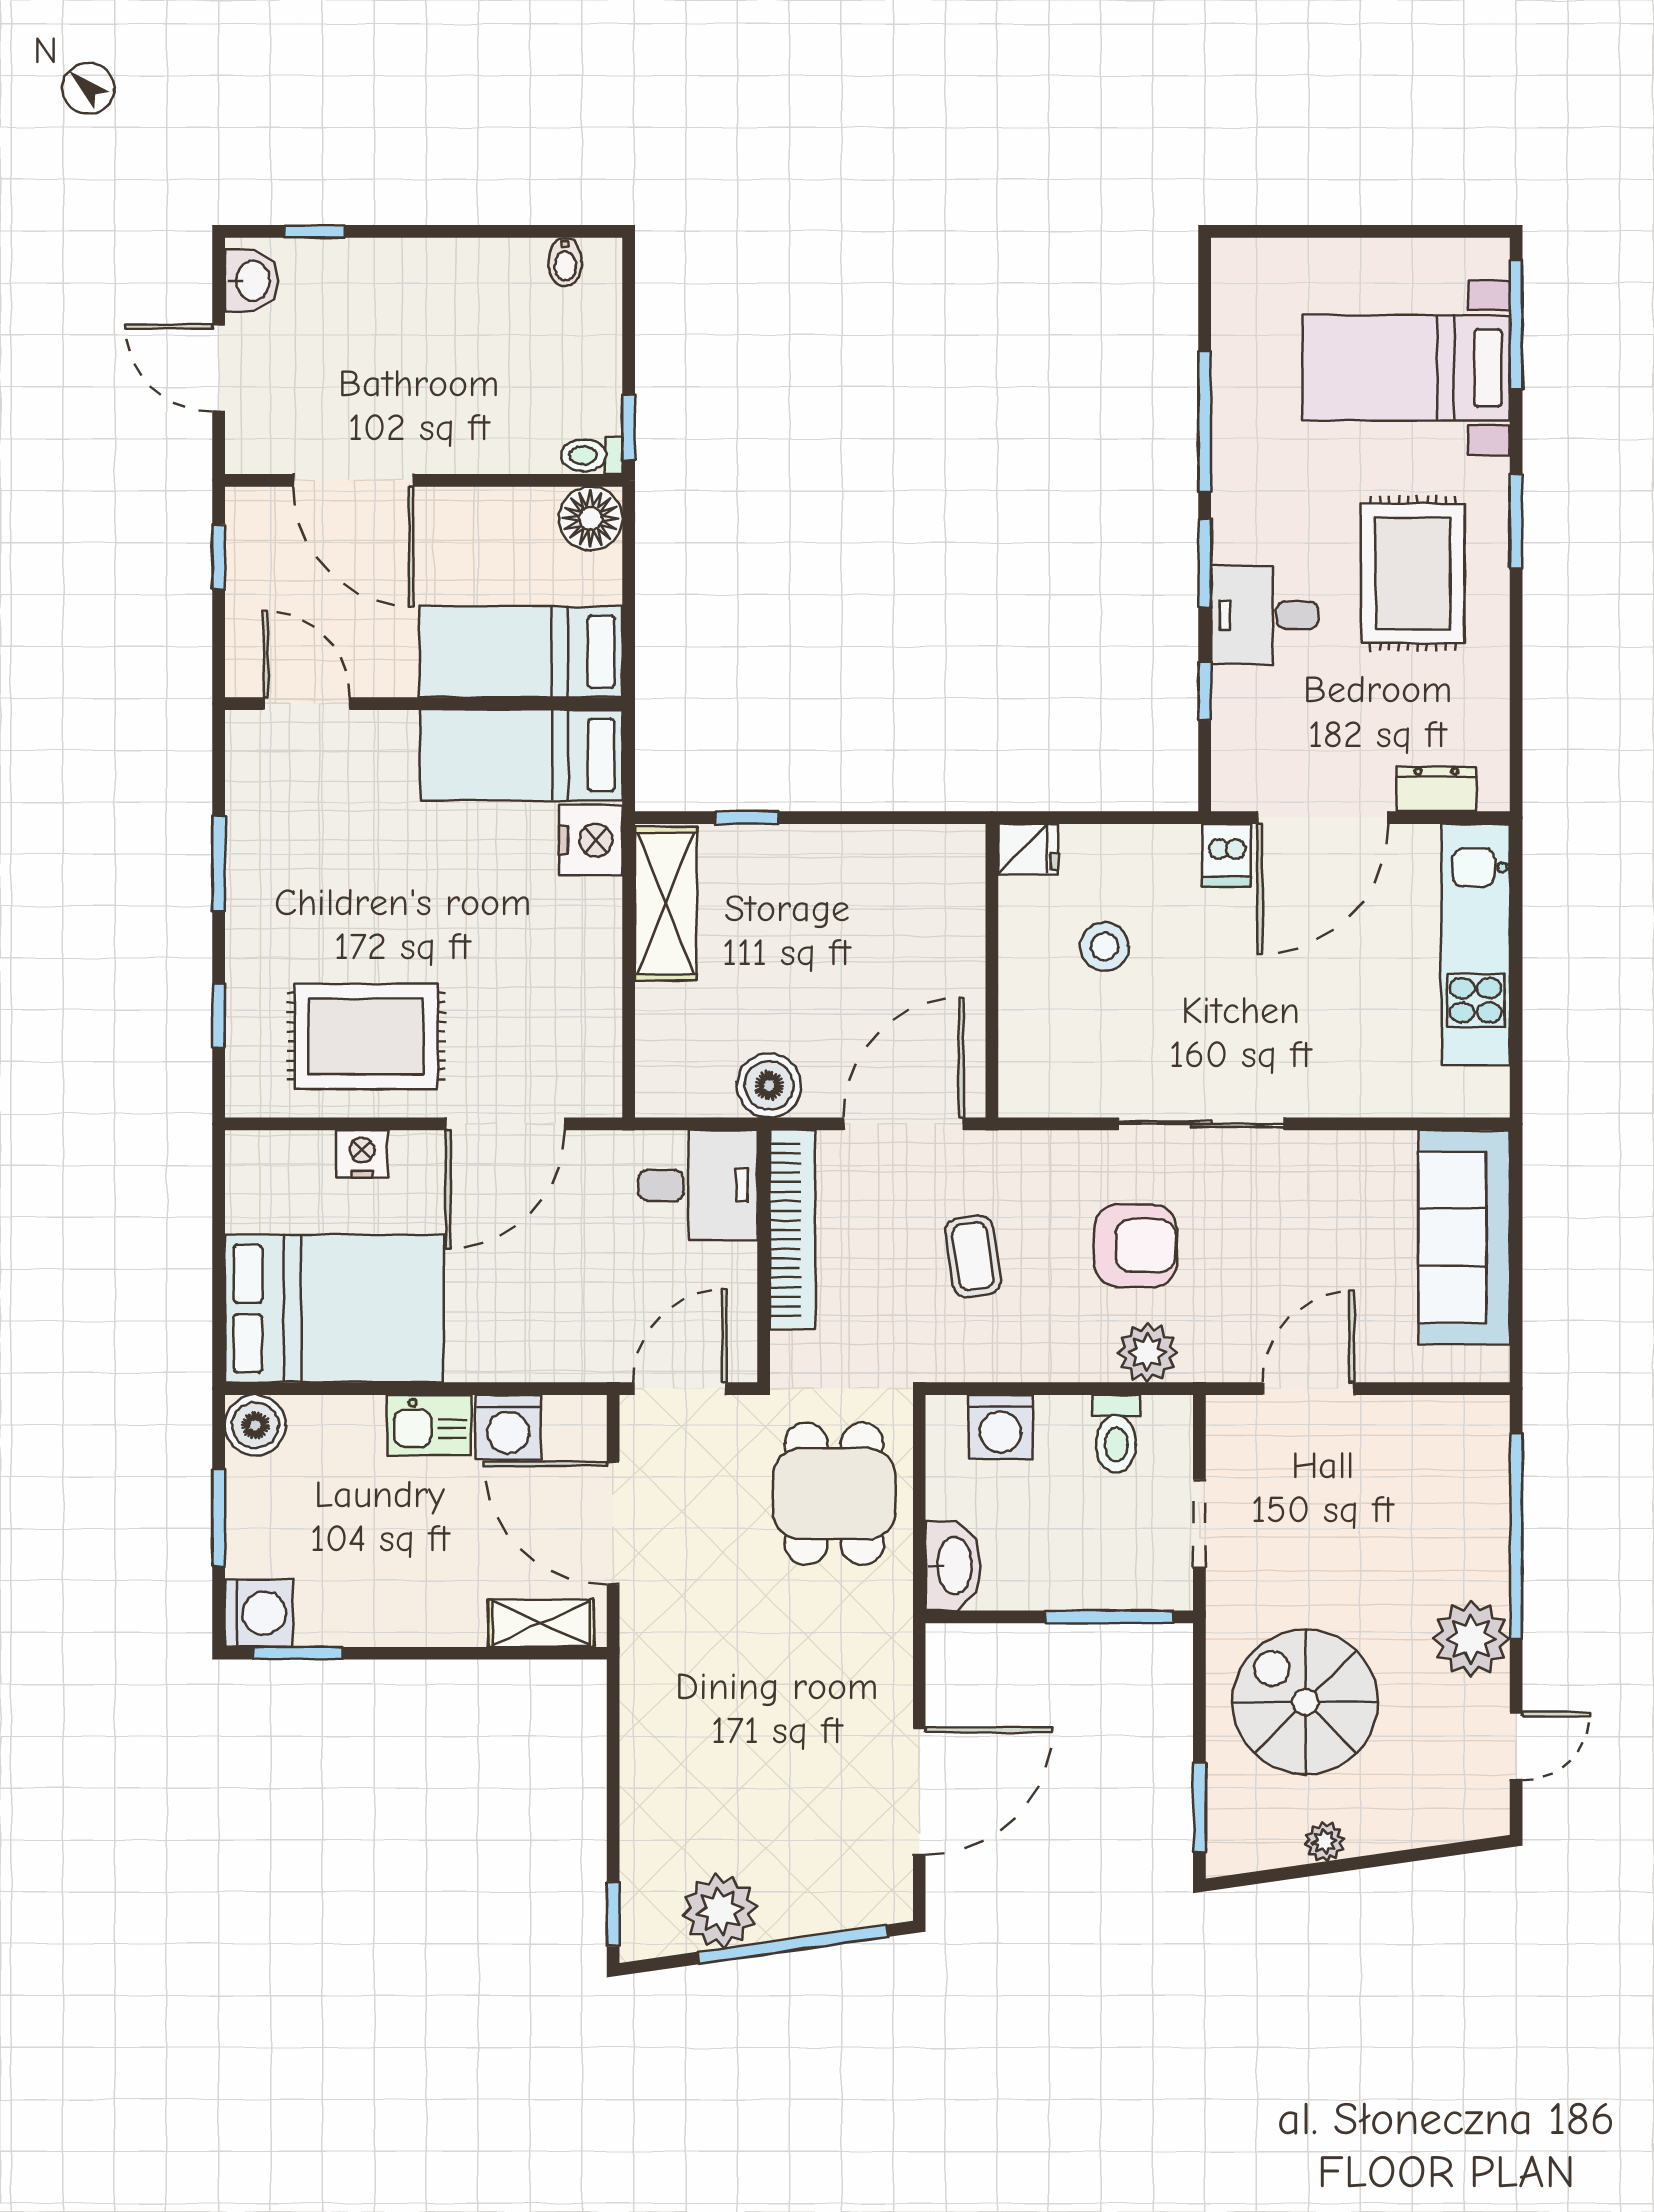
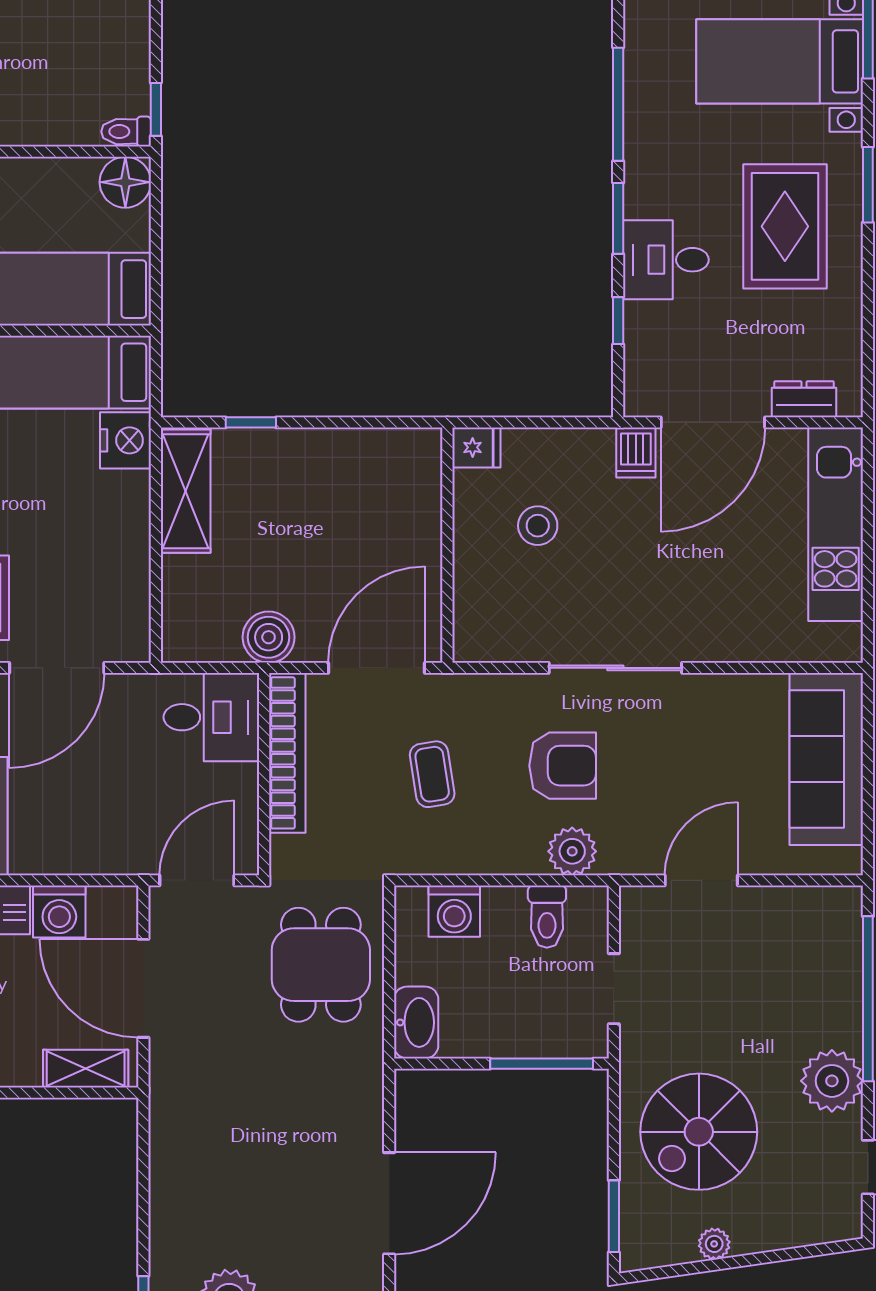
spiral stairs: (1305, 1702) -> (699, 1132), turned -90

